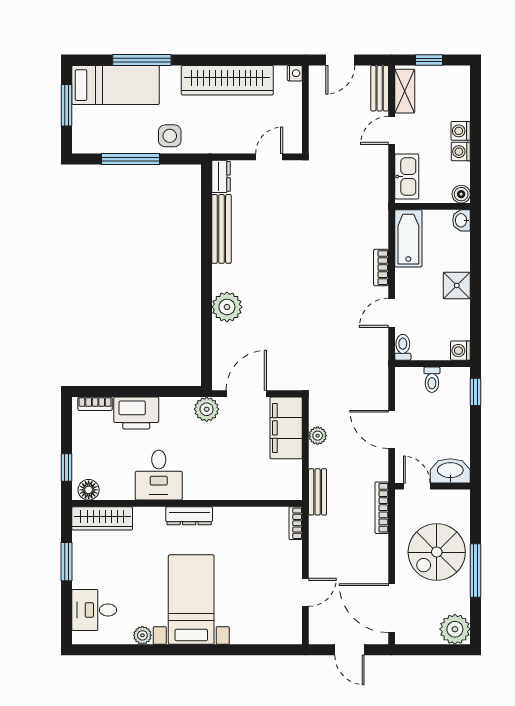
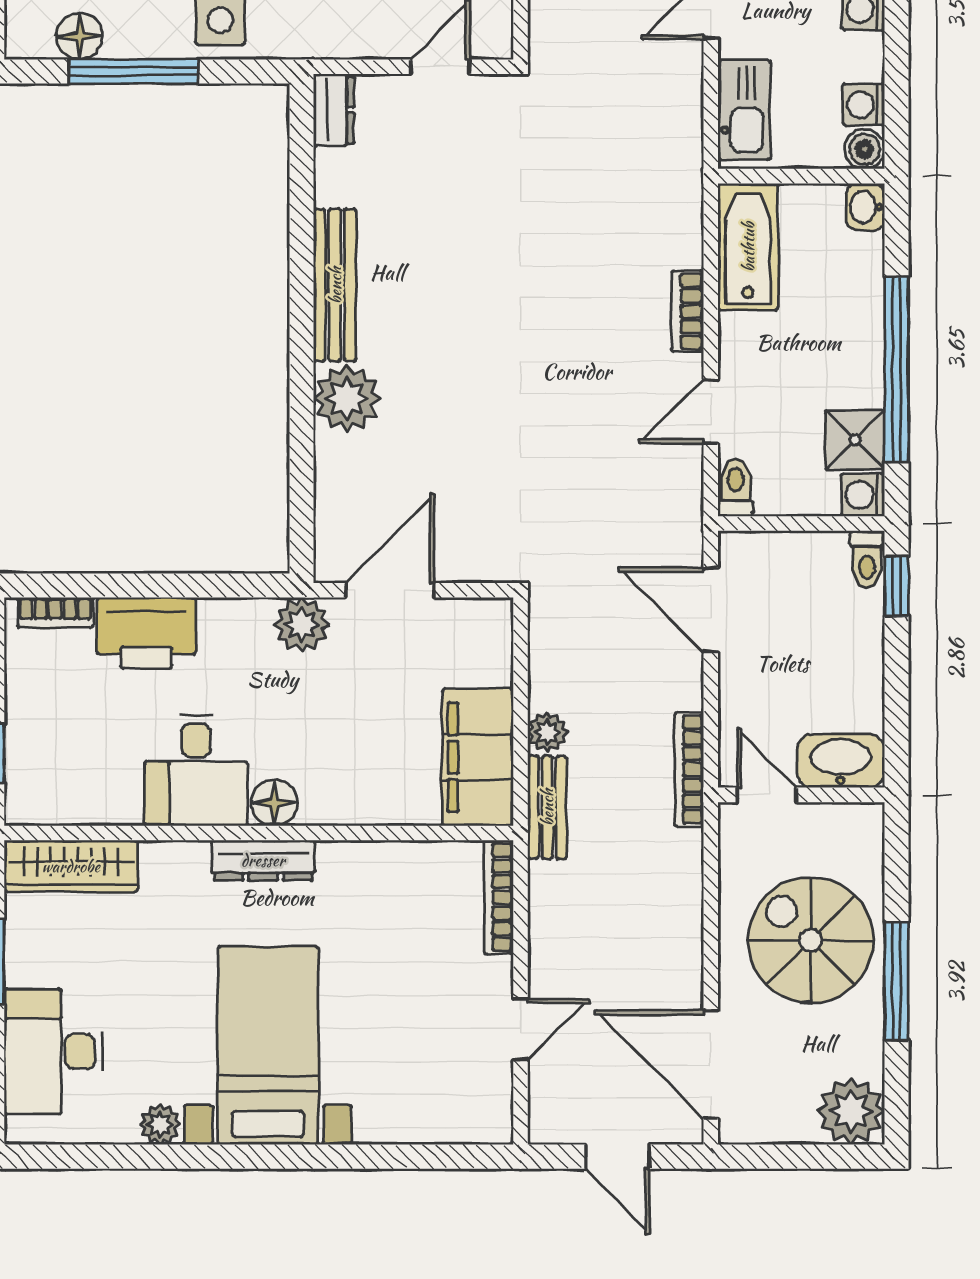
floor lamp: (106, 143) -> (79, 36), added
washing machine: (461, 152) -> (864, 105), moved
bench: (221, 229) -> (335, 285), moved
shower: (457, 285) -> (855, 440), moved
window: (476, 294) -> (896, 370), added
toilet: (432, 380) -> (867, 559), moved
filing cabinet: (286, 428) -> (478, 757), moved
door: (392, 429) -> (711, 610), moved
plant: (318, 436) -> (547, 732), moved
floor lamp: (89, 490) -> (274, 803), moved
bookcase: (382, 508) -> (689, 769), moved
bookcase: (296, 523) -> (499, 897), width x1.56
spiral stairs: (437, 552) -> (811, 940), turned 90
desk: (94, 610) -> (53, 1051), width x1.37

